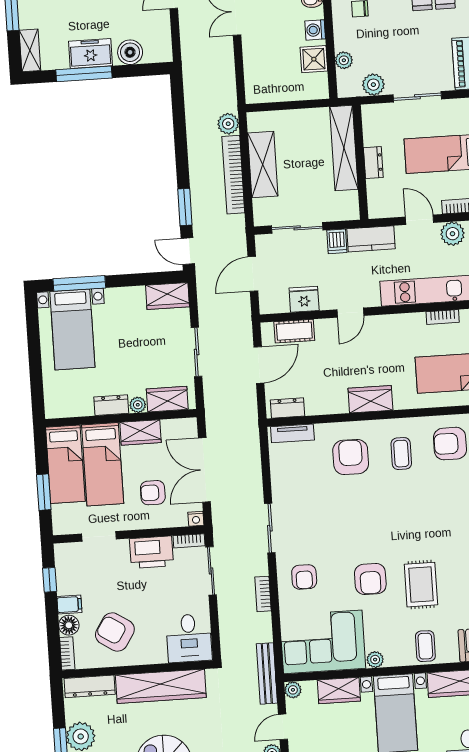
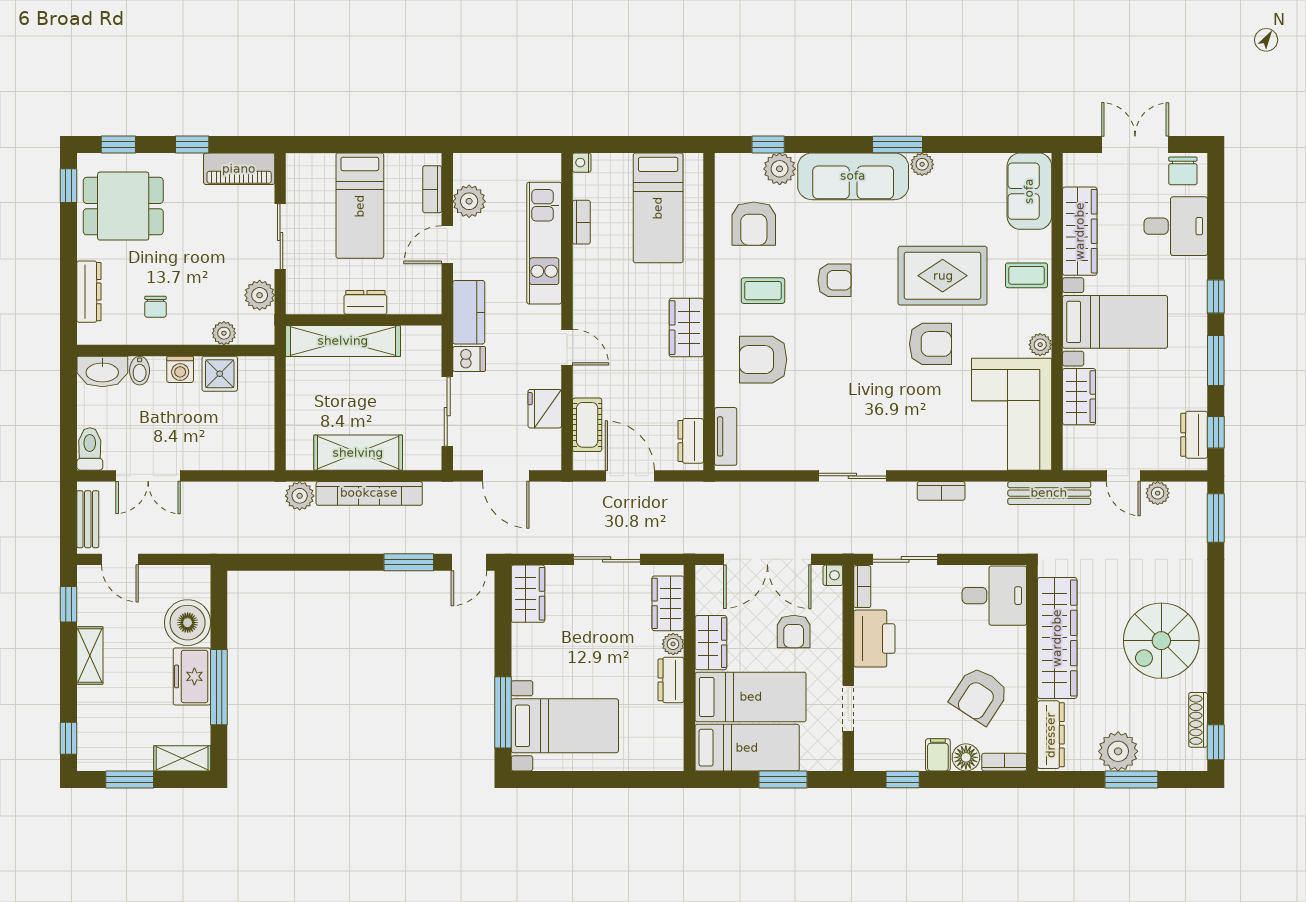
boiler: (130, 52) -> (188, 623), width x1.37, depth x1.37
armchair: (304, 577) -> (835, 280), moved
rug: (421, 585) -> (943, 276), width x1.36, depth x1.43
plant: (293, 690) -> (1074, 459), removed

